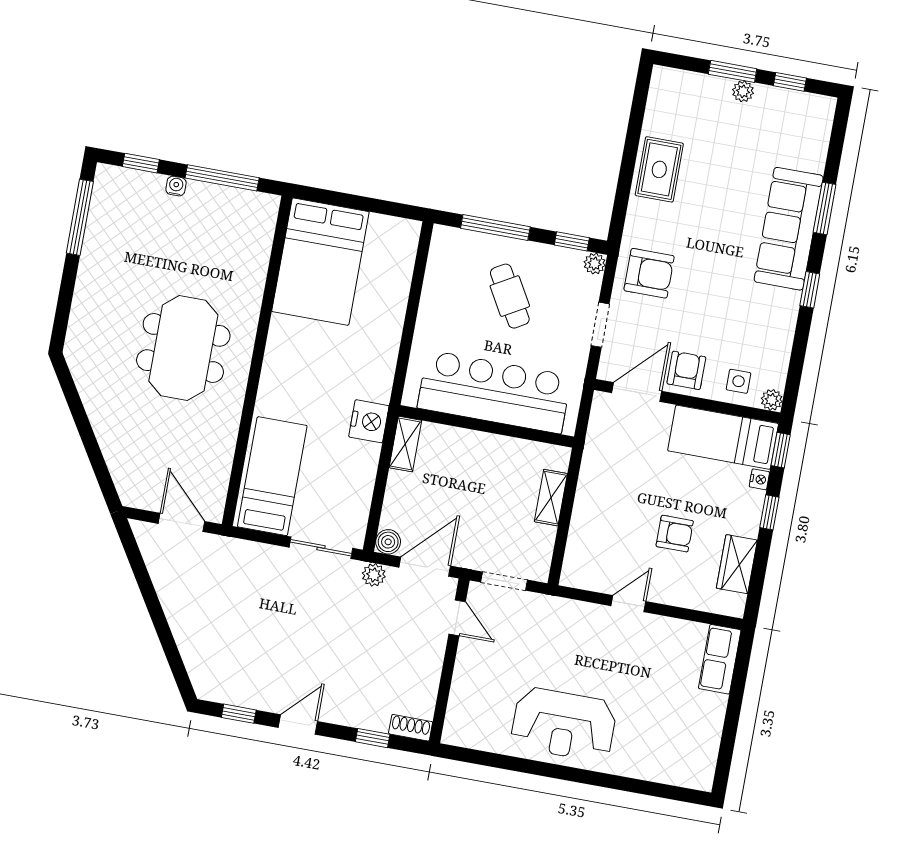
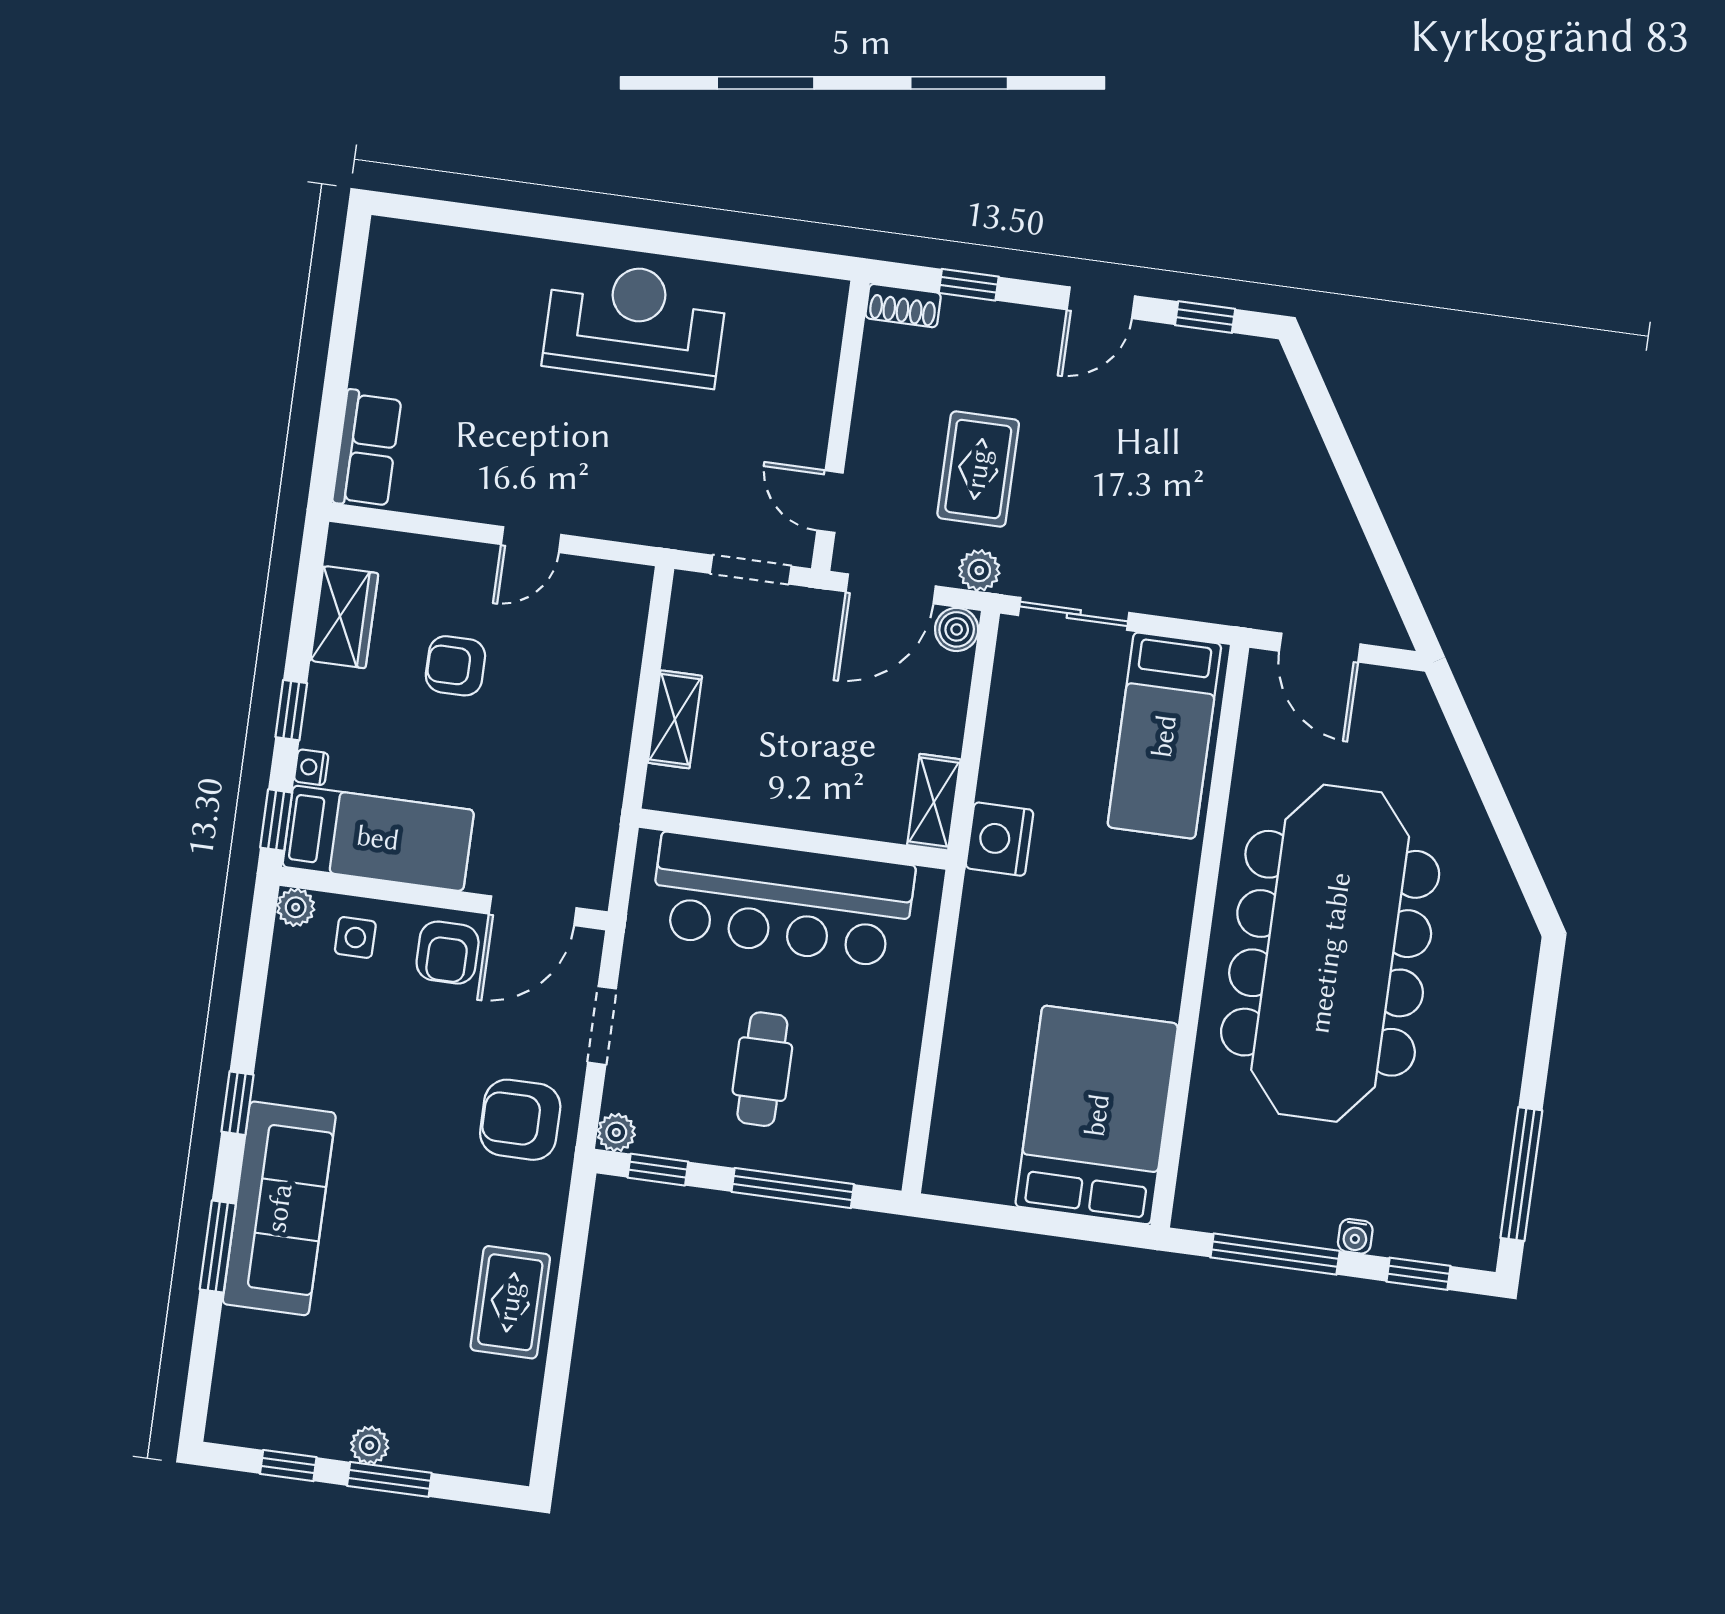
cafe table: (510, 296) -> (762, 1069), turned 30
meeting table: (183, 348) -> (1330, 953), width x1.86, depth x1.27
rug: (372, 633) -> (978, 469), added

